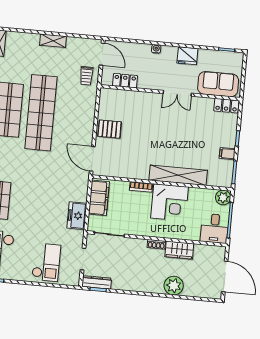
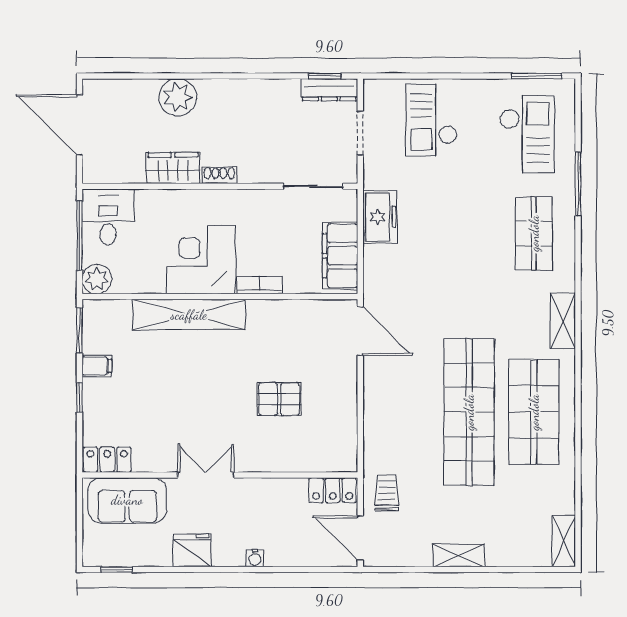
locker: (125, 81) -> (333, 490), moved
pallet: (110, 129) -> (279, 399), moved

